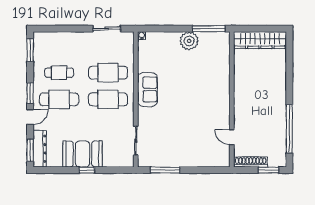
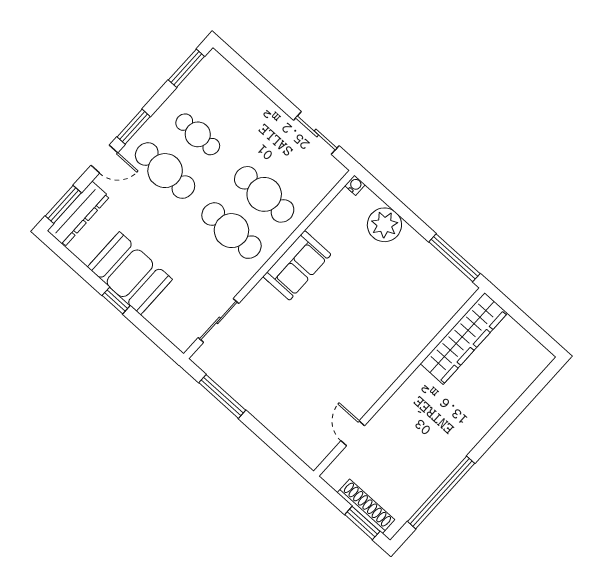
wardrobe: (260, 40) -> (464, 338), moved, turned -90
plant: (189, 41) -> (384, 225), moved
shoe rack: (251, 162) -> (366, 506), moved

